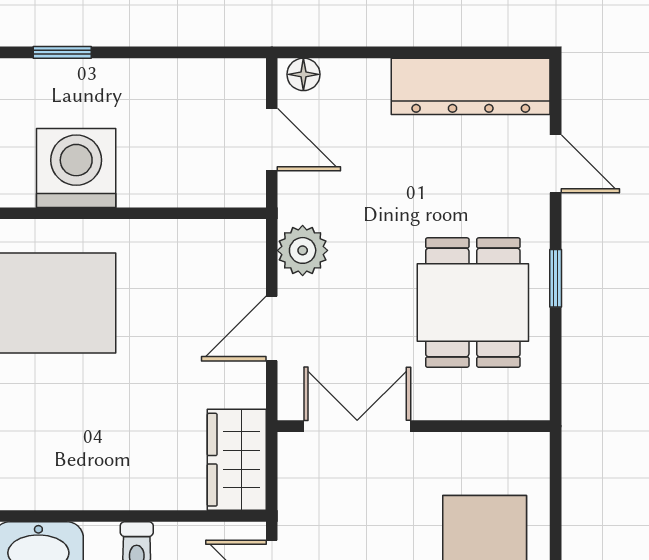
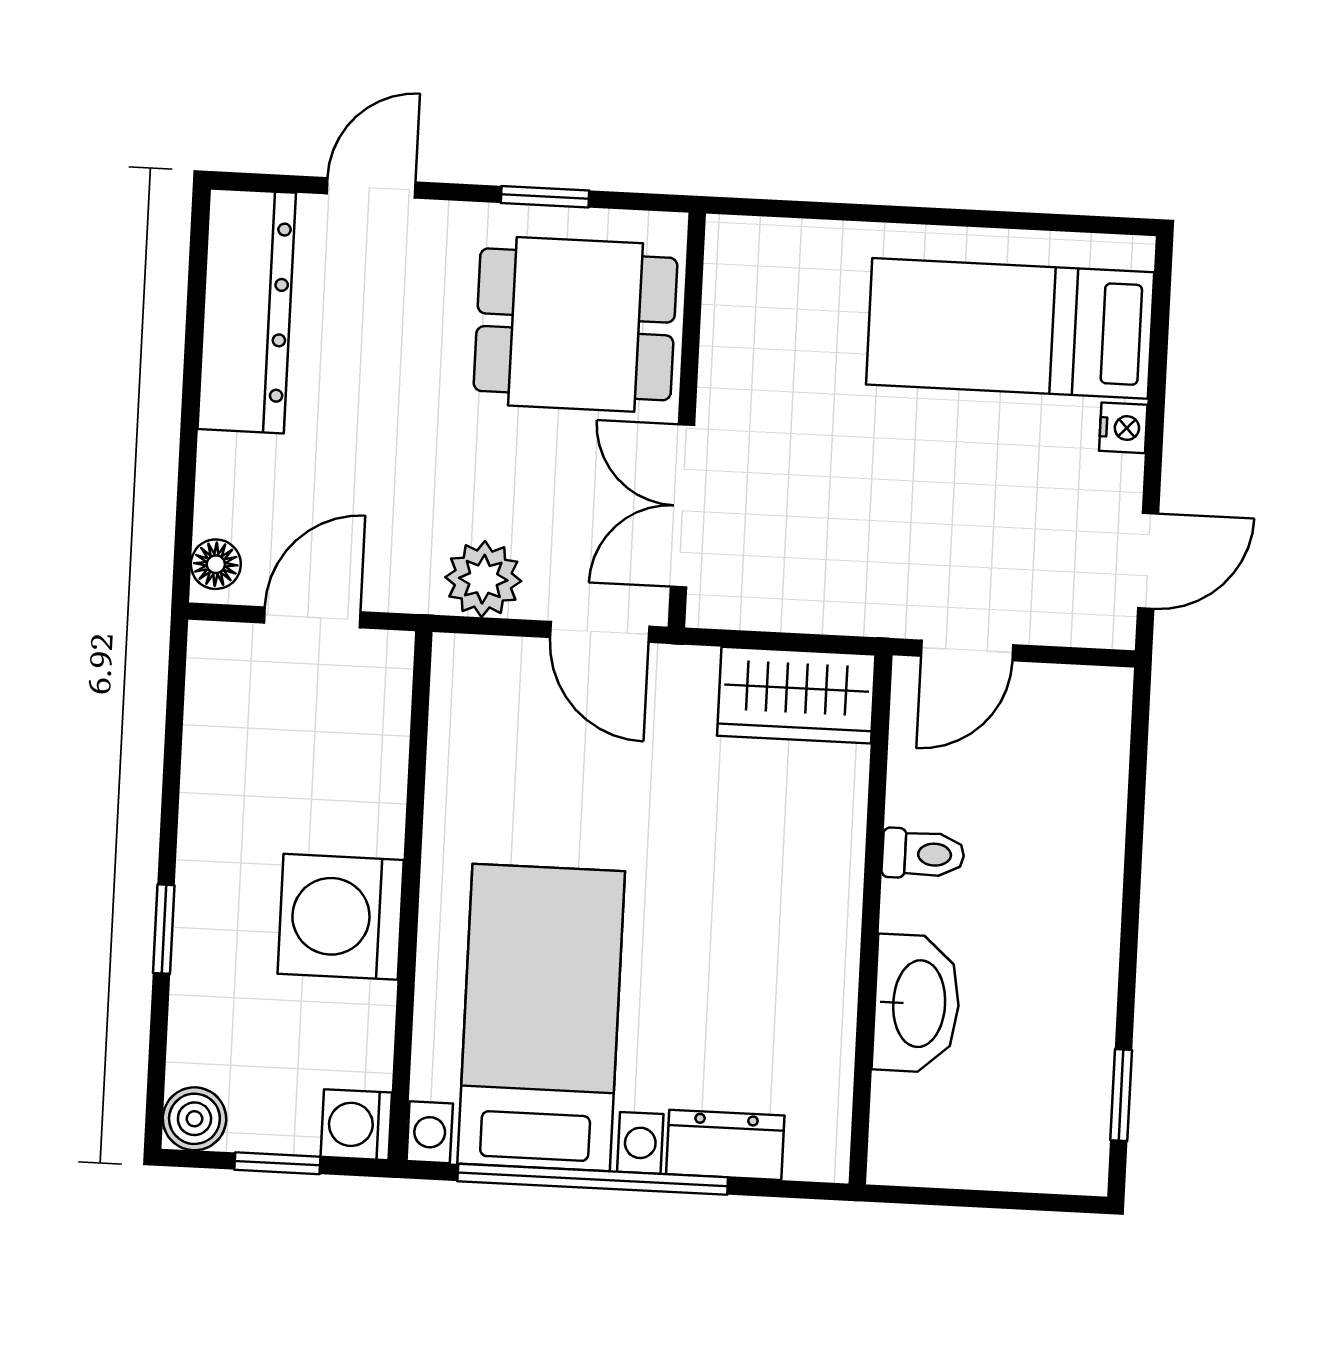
double door: (357, 426) -> (682, 506), moved
wall: (414, 426) -> (687, 420), moved

